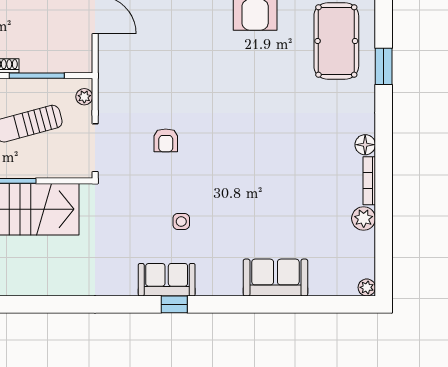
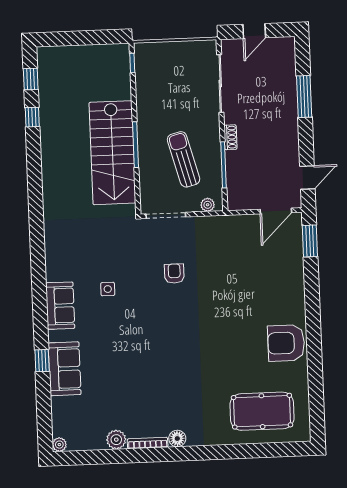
window: (384, 66) -> (243, 451), removed
armchair: (166, 140) -> (174, 274), turned 90
sofa: (167, 280) -> (60, 306), moved
window: (174, 304) -> (42, 361), moved

